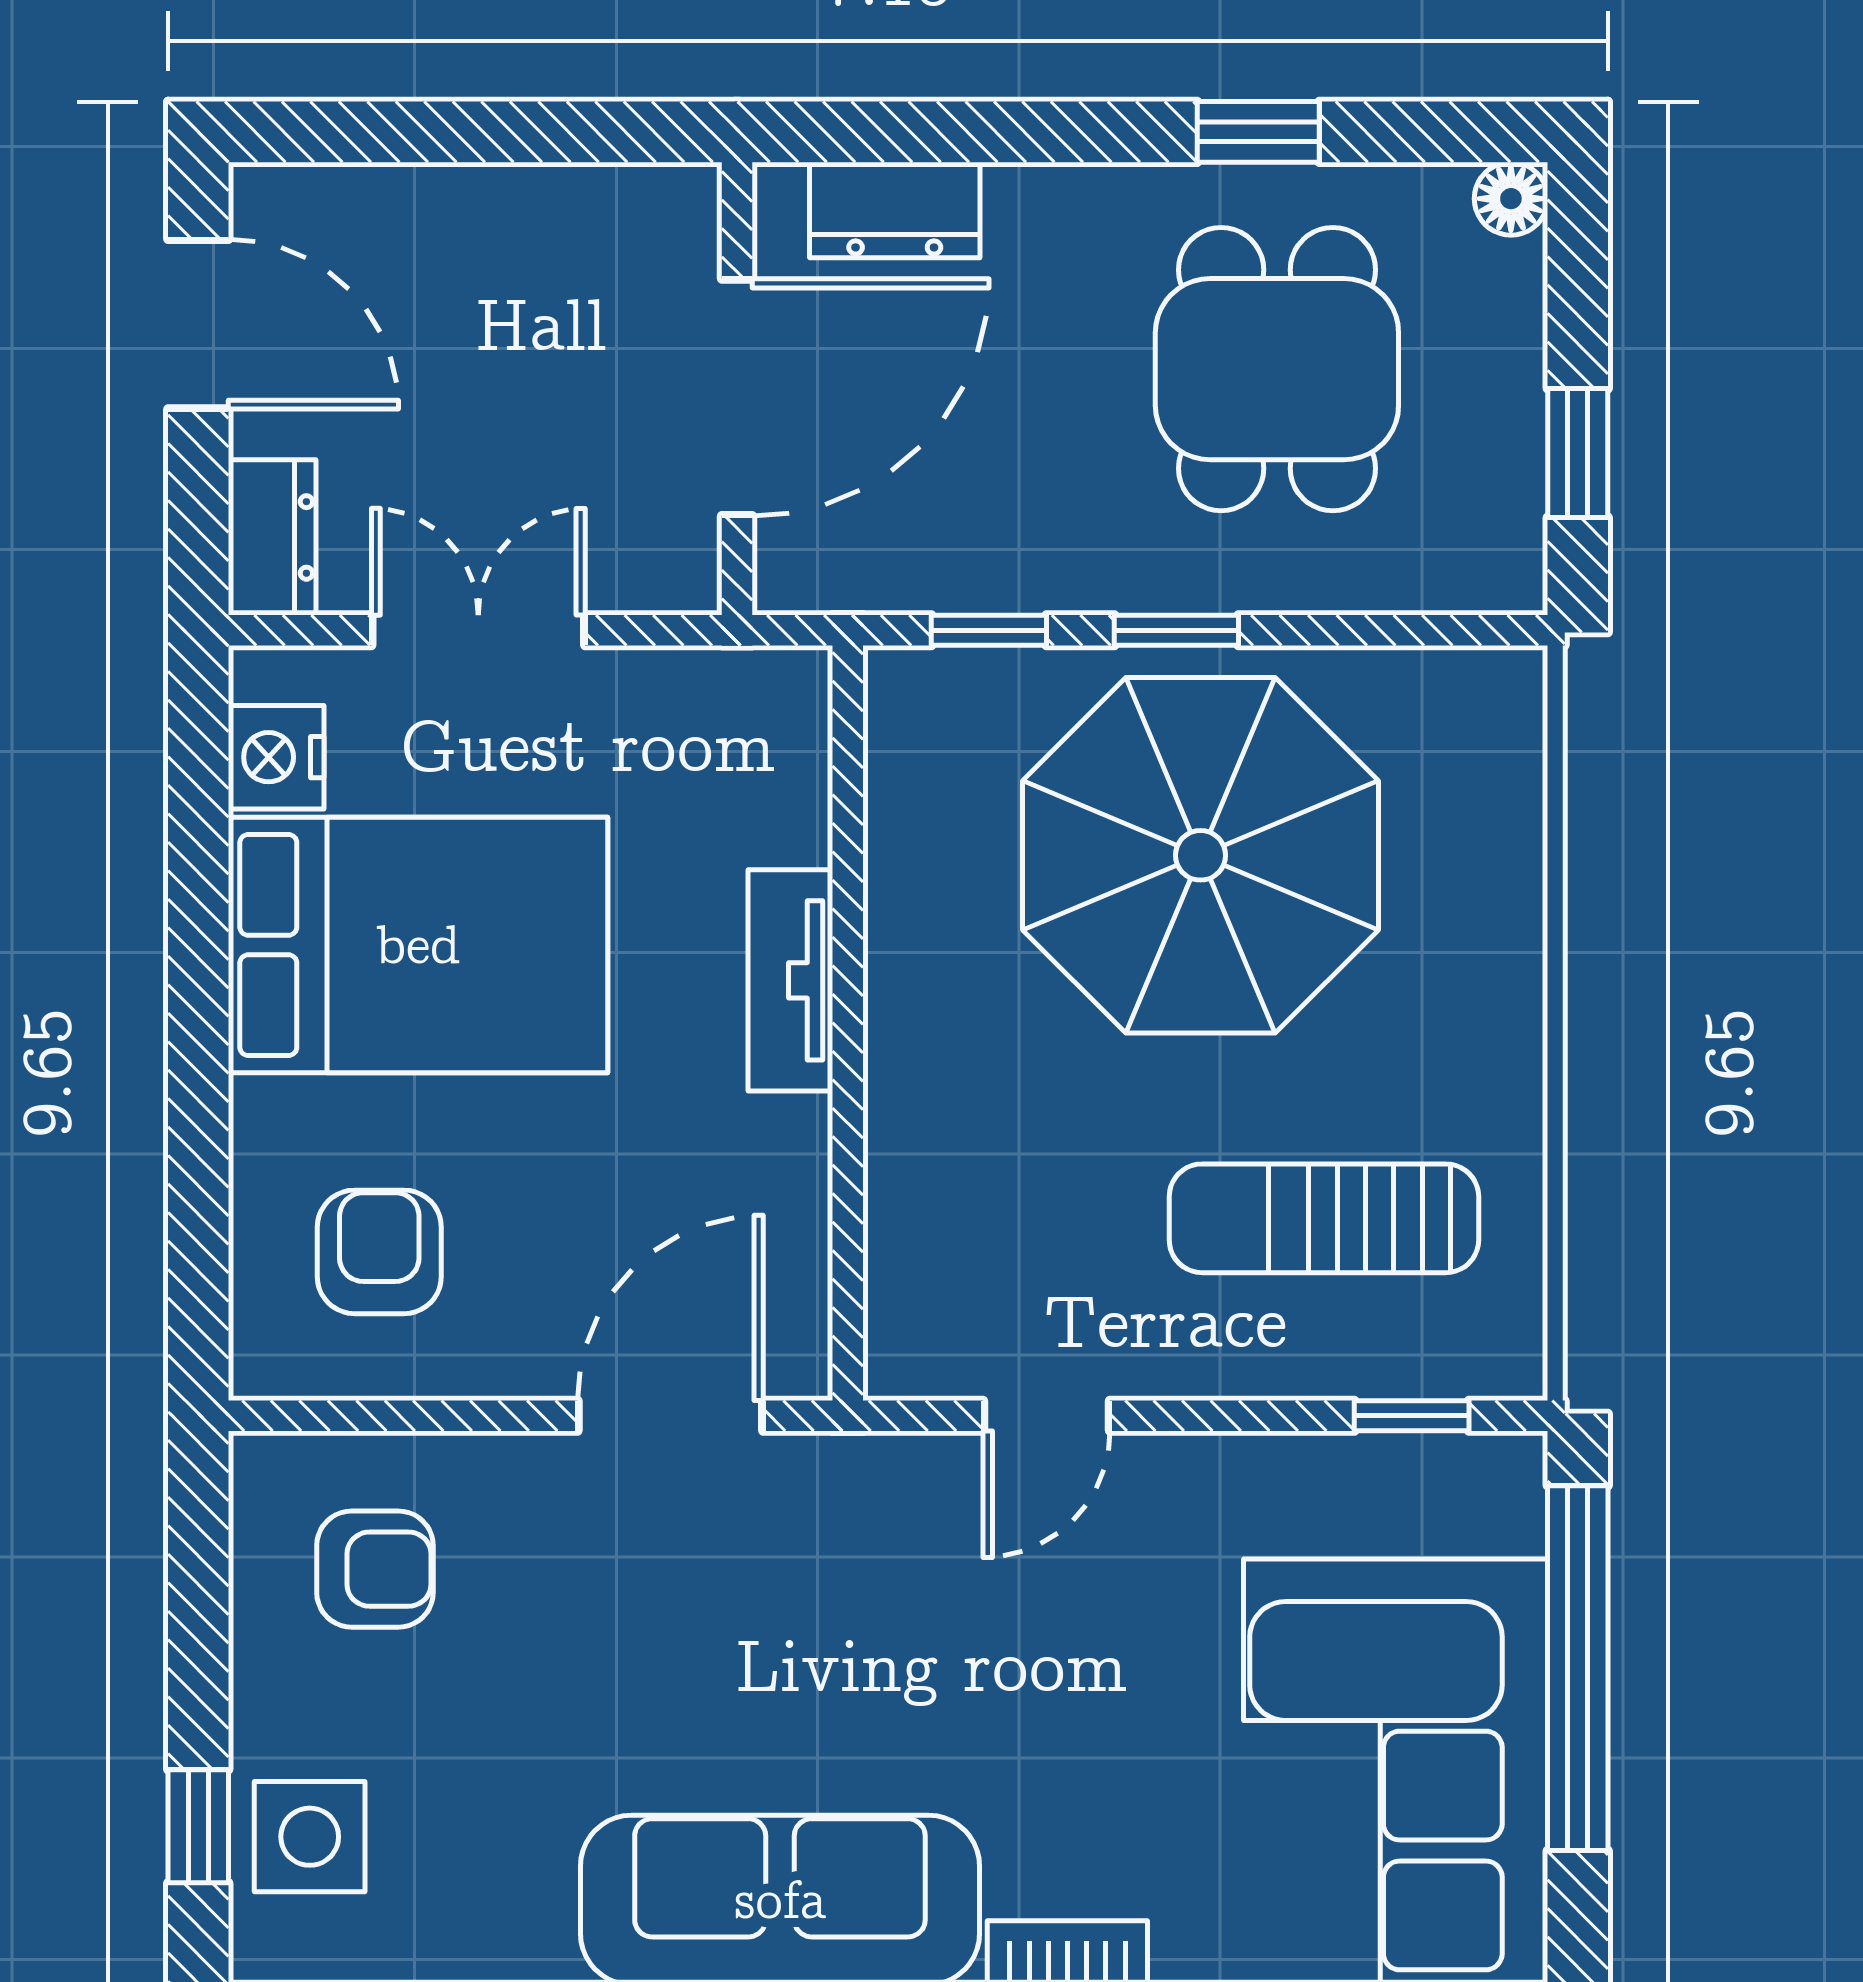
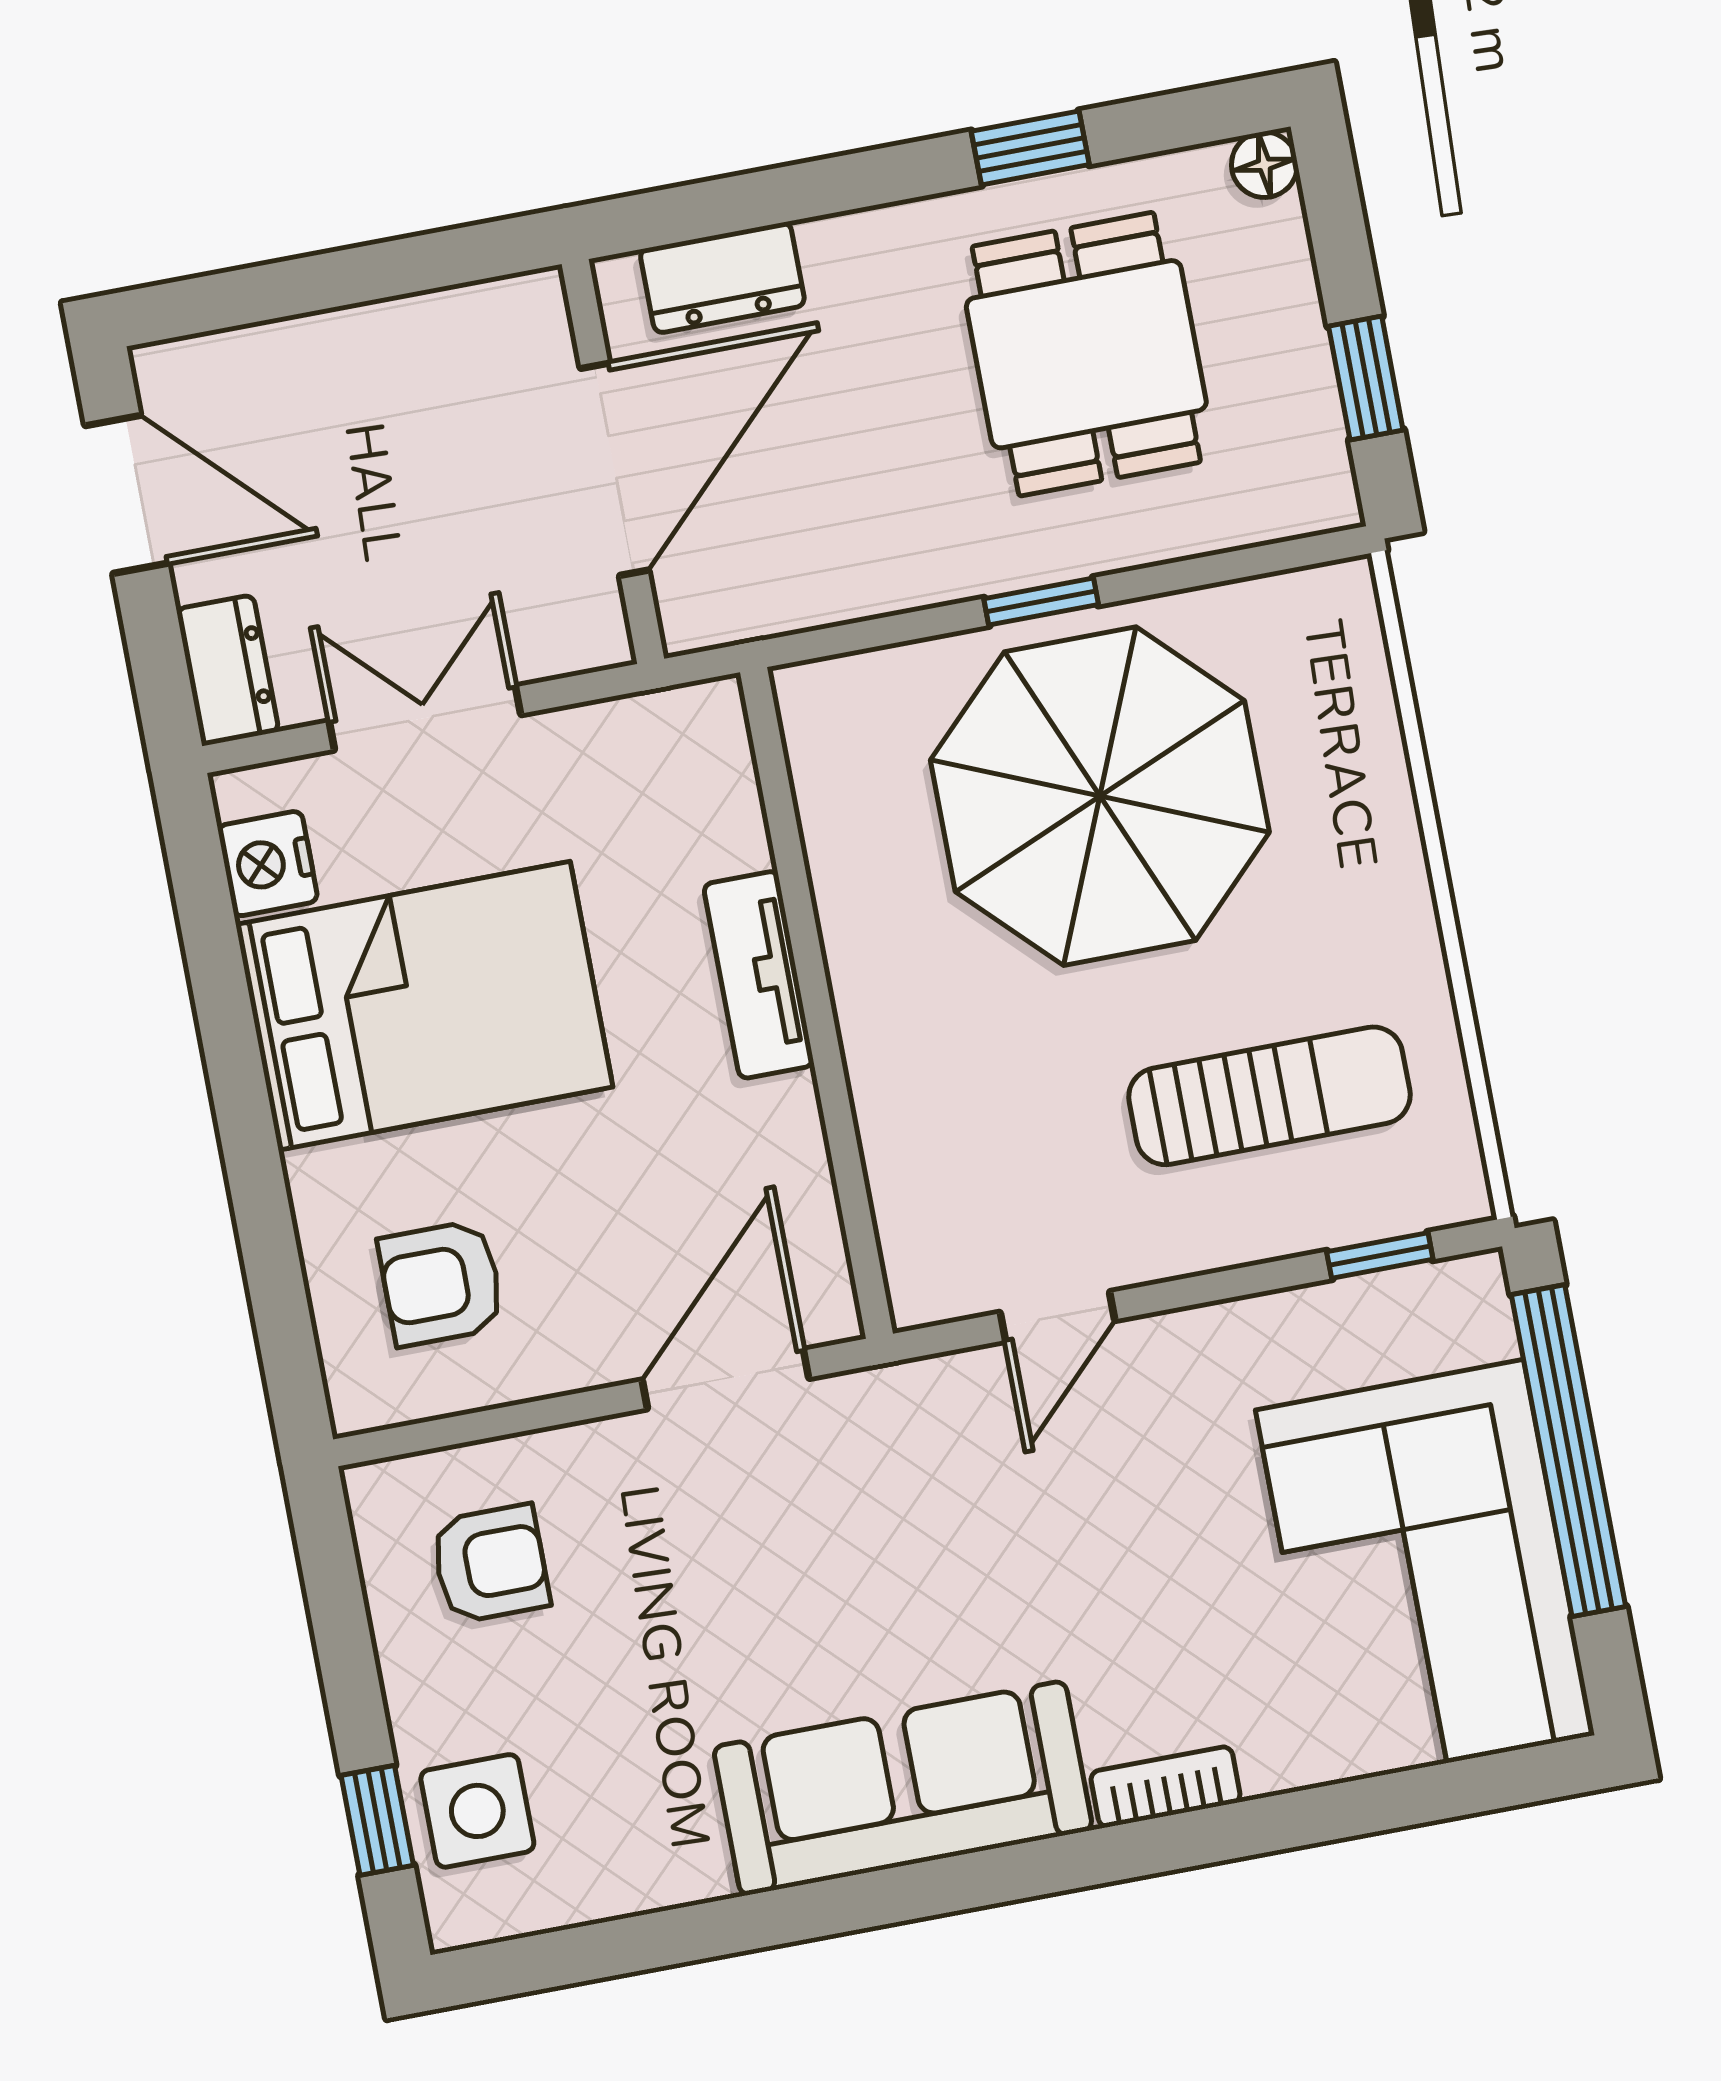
window: (989, 630) -> (876, 633), removed
sun lounger: (1324, 1218) -> (1269, 1096), turned 180
armchair: (379, 1252) -> (441, 1283), turned -90

